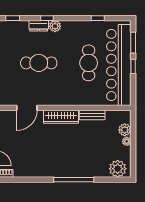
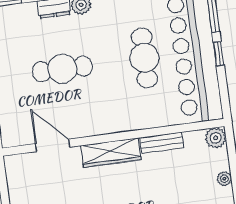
door: (27, 108) -> (53, 145), swing flipped
plant: (125, 130) -> (216, 138), moved

